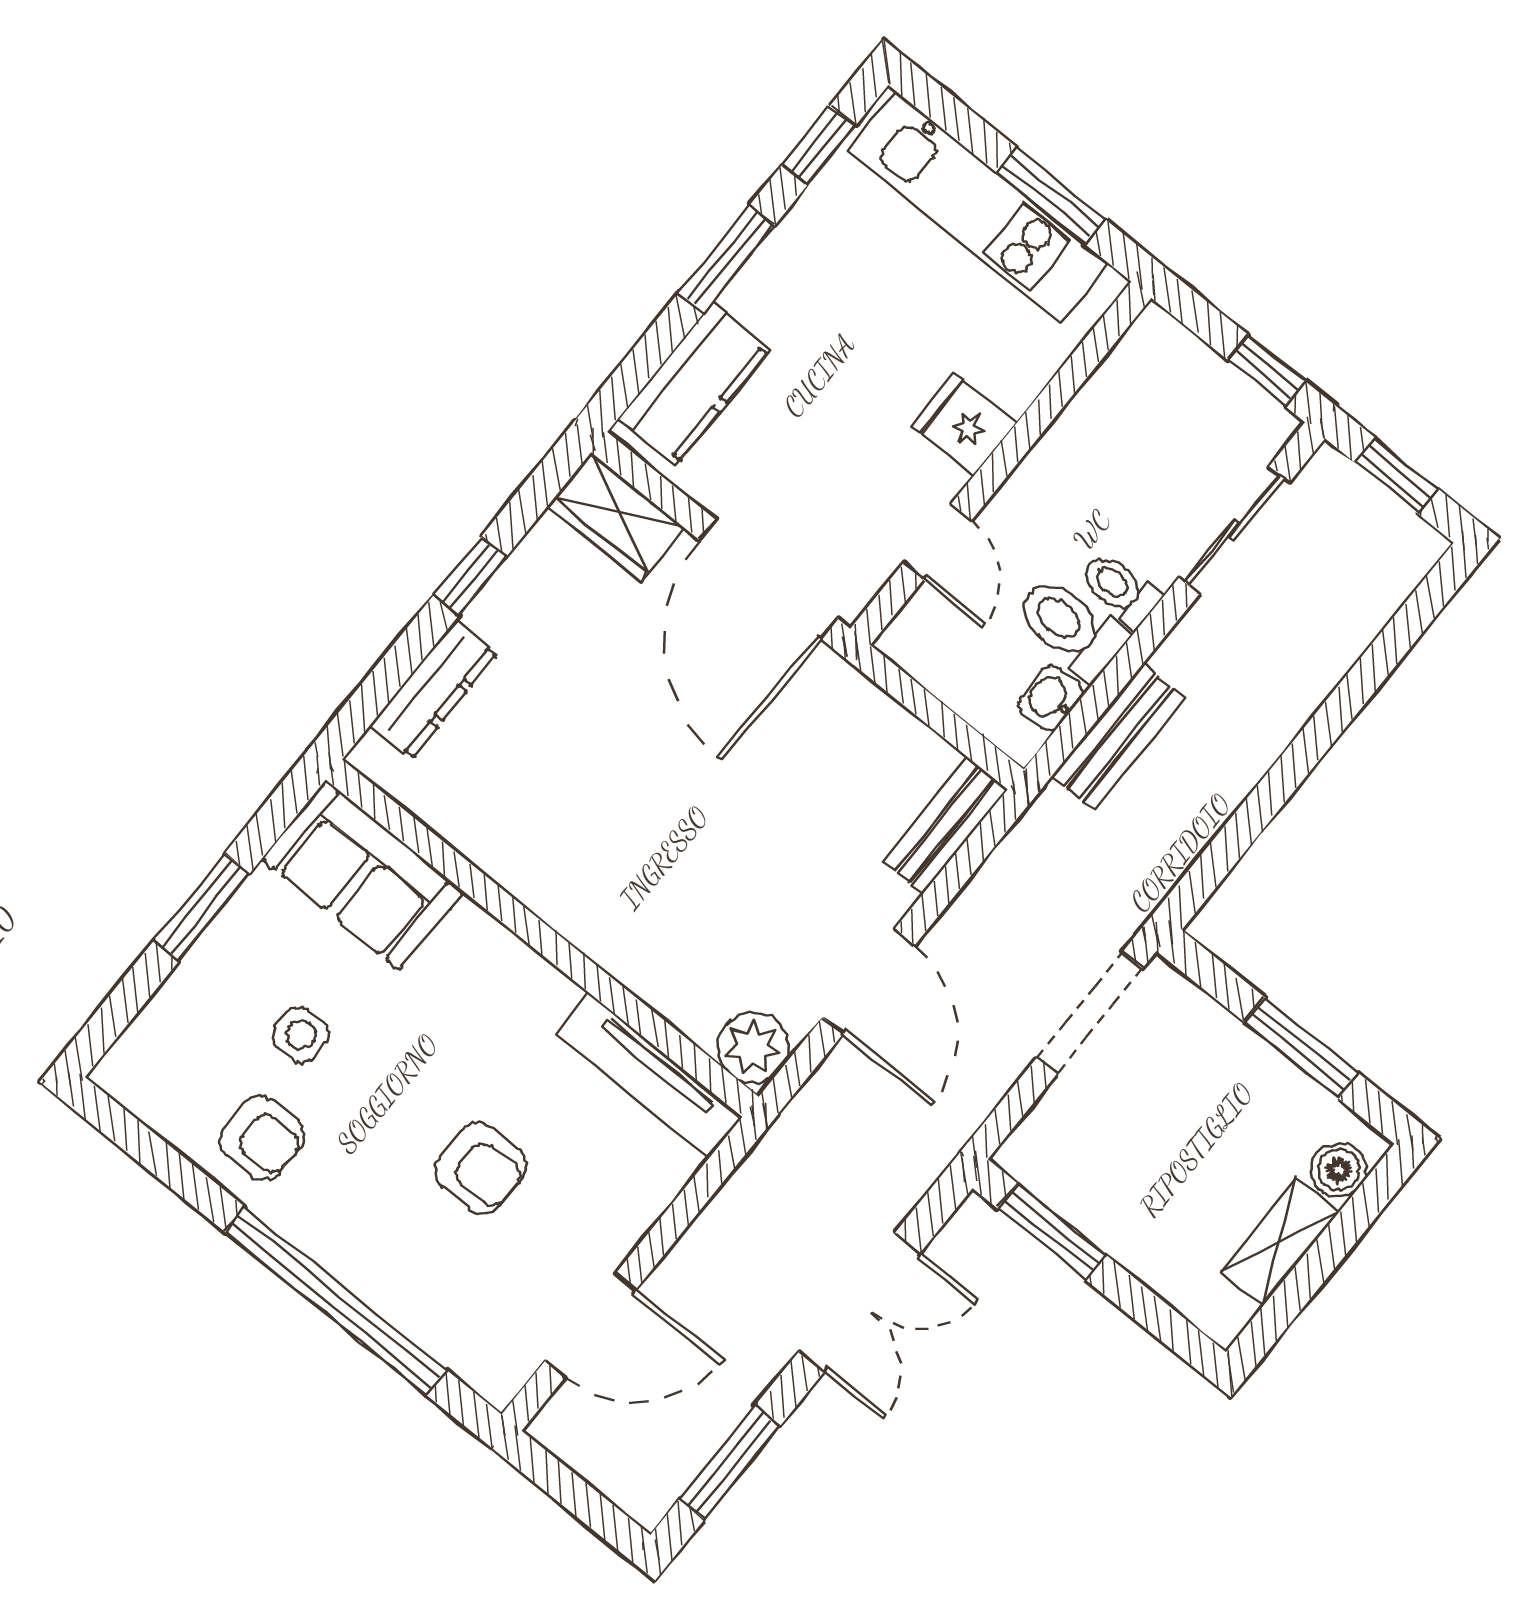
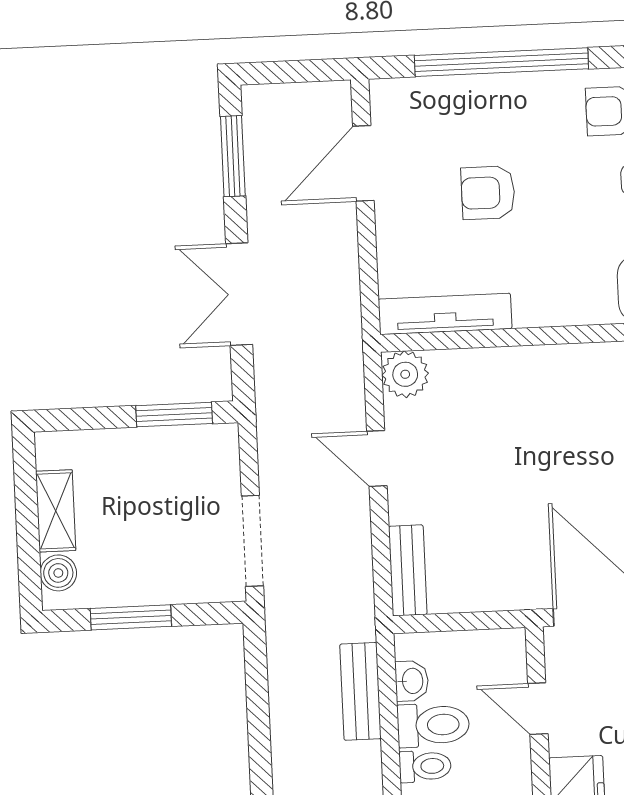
door: (869, 981) -> (377, 458), width x0.73

